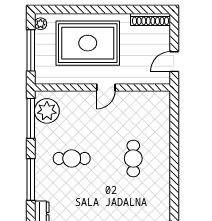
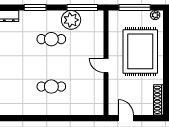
plant: (47, 111) -> (71, 20), moved
cafe table: (72, 158) -> (51, 39), turned 90
window: (31, 179) -> (35, 7), width x0.69

